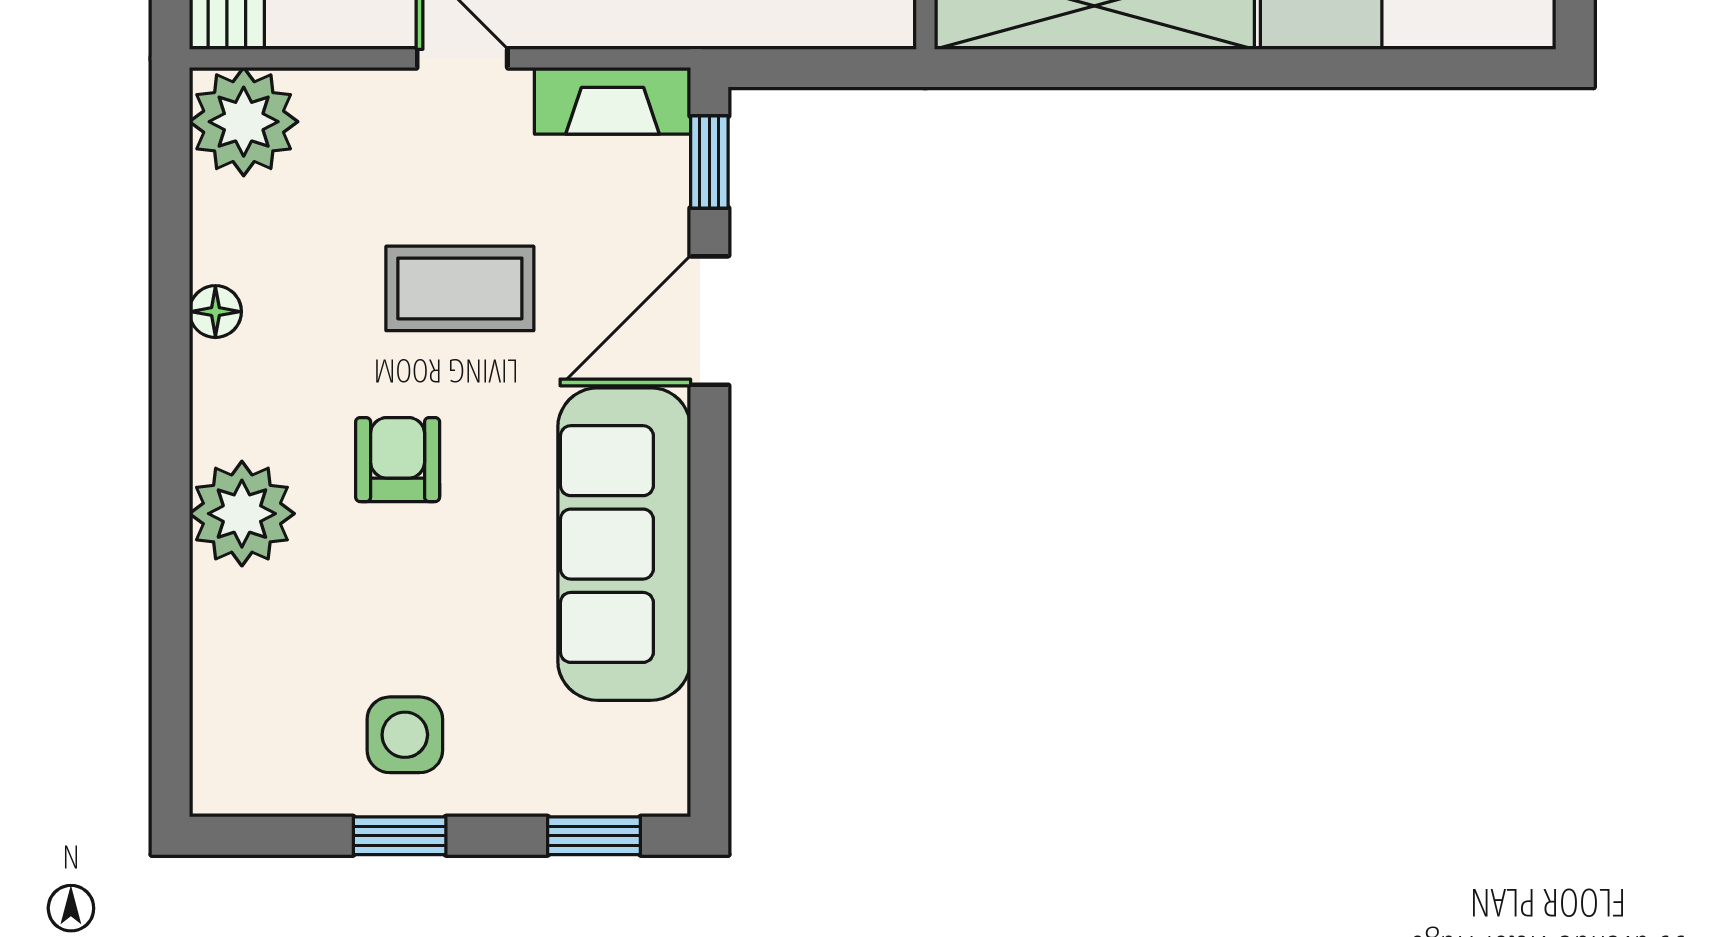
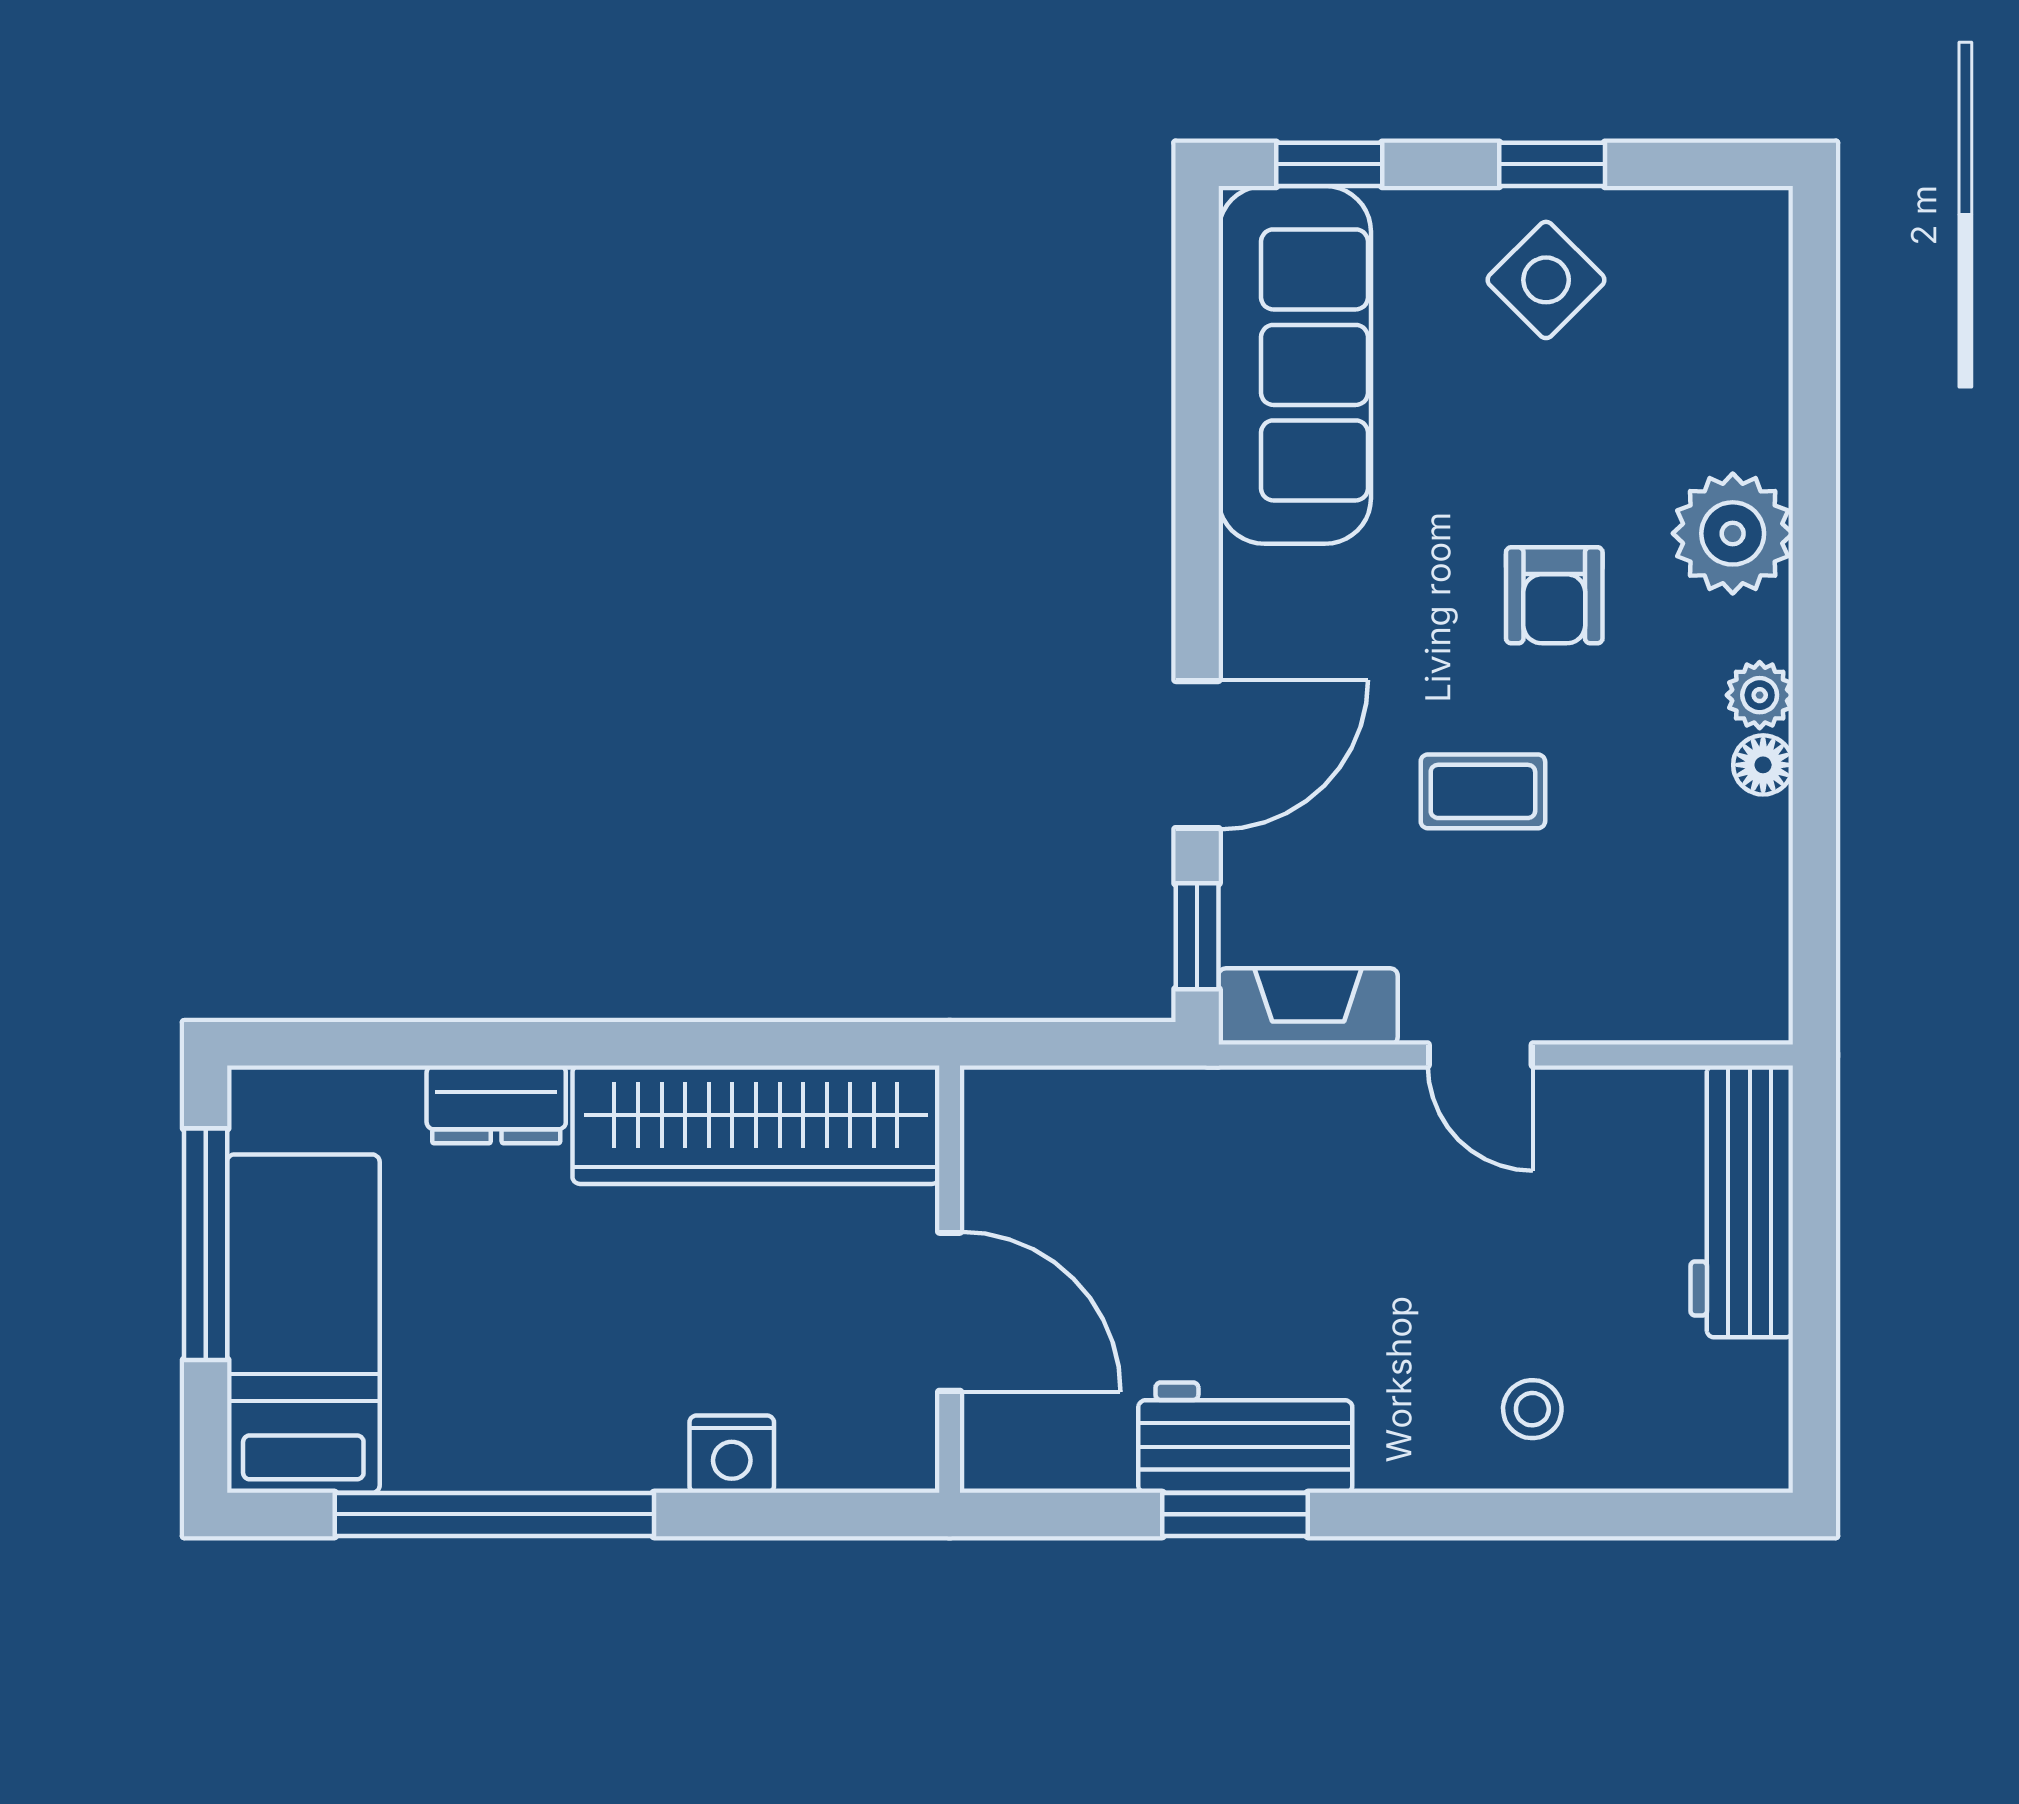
plant: (244, 122) -> (1760, 695), moved, width x0.53, depth x0.53
coffee table: (460, 288) -> (1483, 791), width x0.73, depth x0.77
sofa: (624, 544) -> (1295, 365), moved
side table: (405, 735) -> (1546, 280), turned 45

